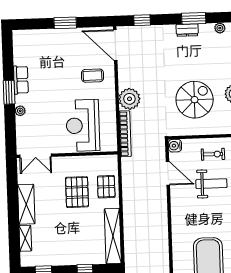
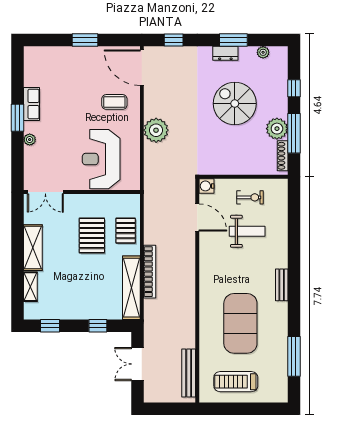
spiral stairs: (195, 100) -> (235, 104), moved, turned -90
bookcase: (125, 134) -> (150, 272), moved

